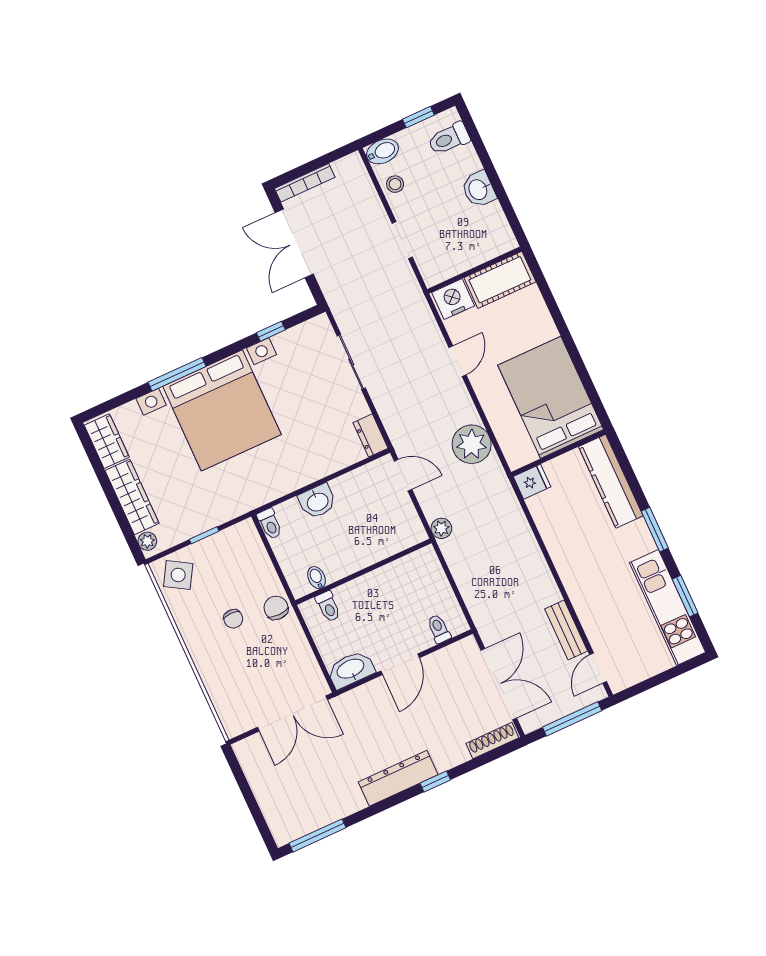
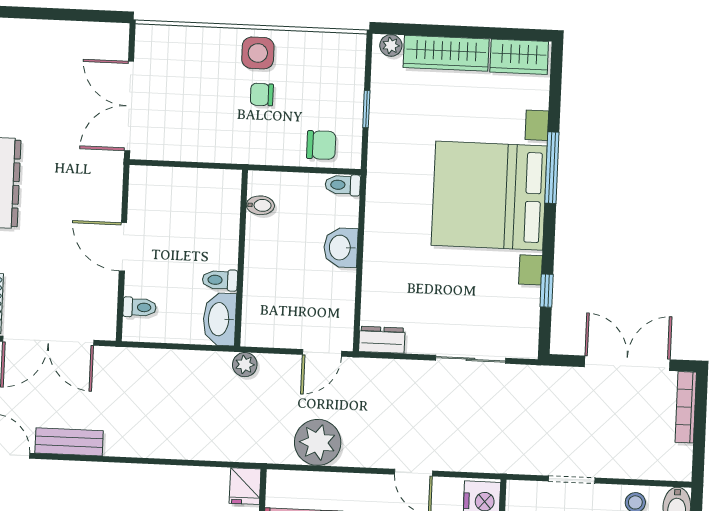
side table: (178, 575) -> (258, 53), moved, turned -31
toilet: (328, 606) -> (220, 280), moved
chair: (276, 608) -> (321, 145), moved
washbasin: (351, 669) -> (220, 319), moved, turned 180

